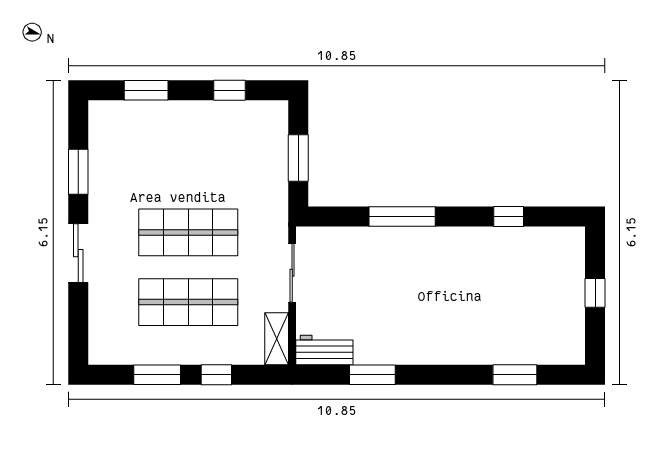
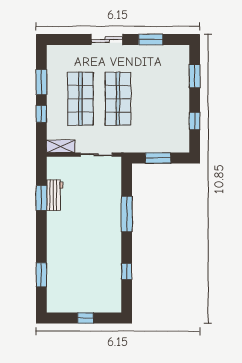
workbench: (324, 350) -> (55, 195), moved

